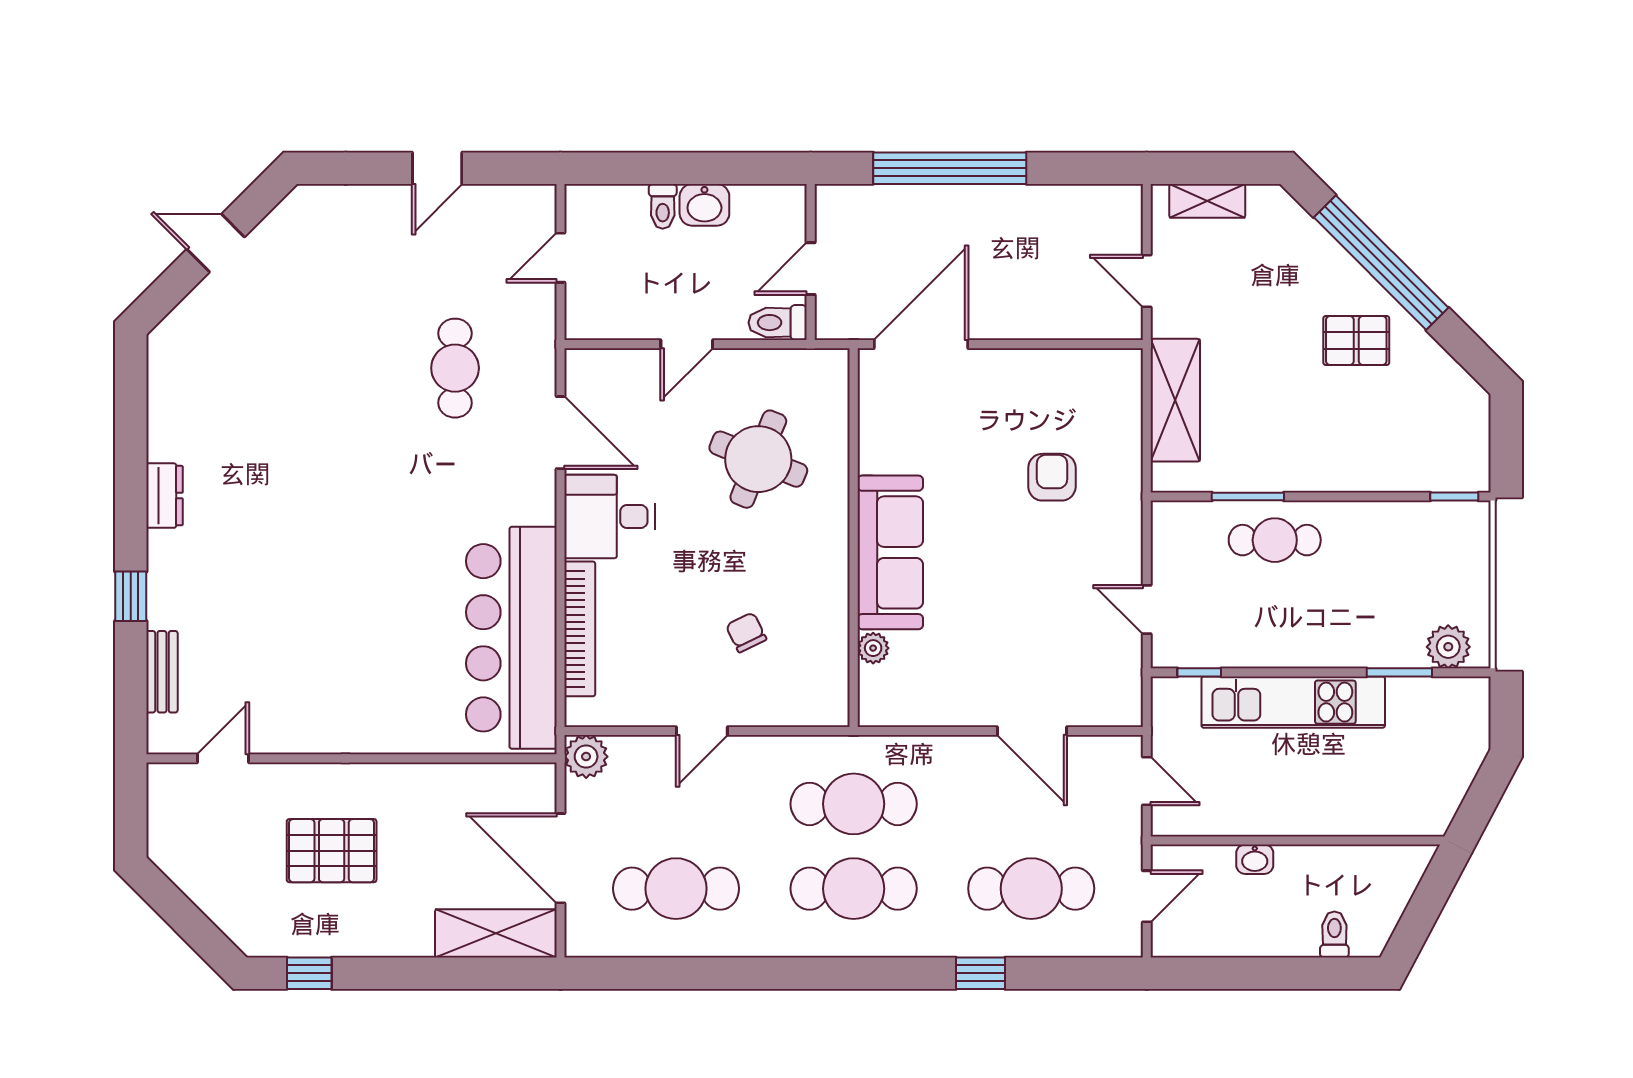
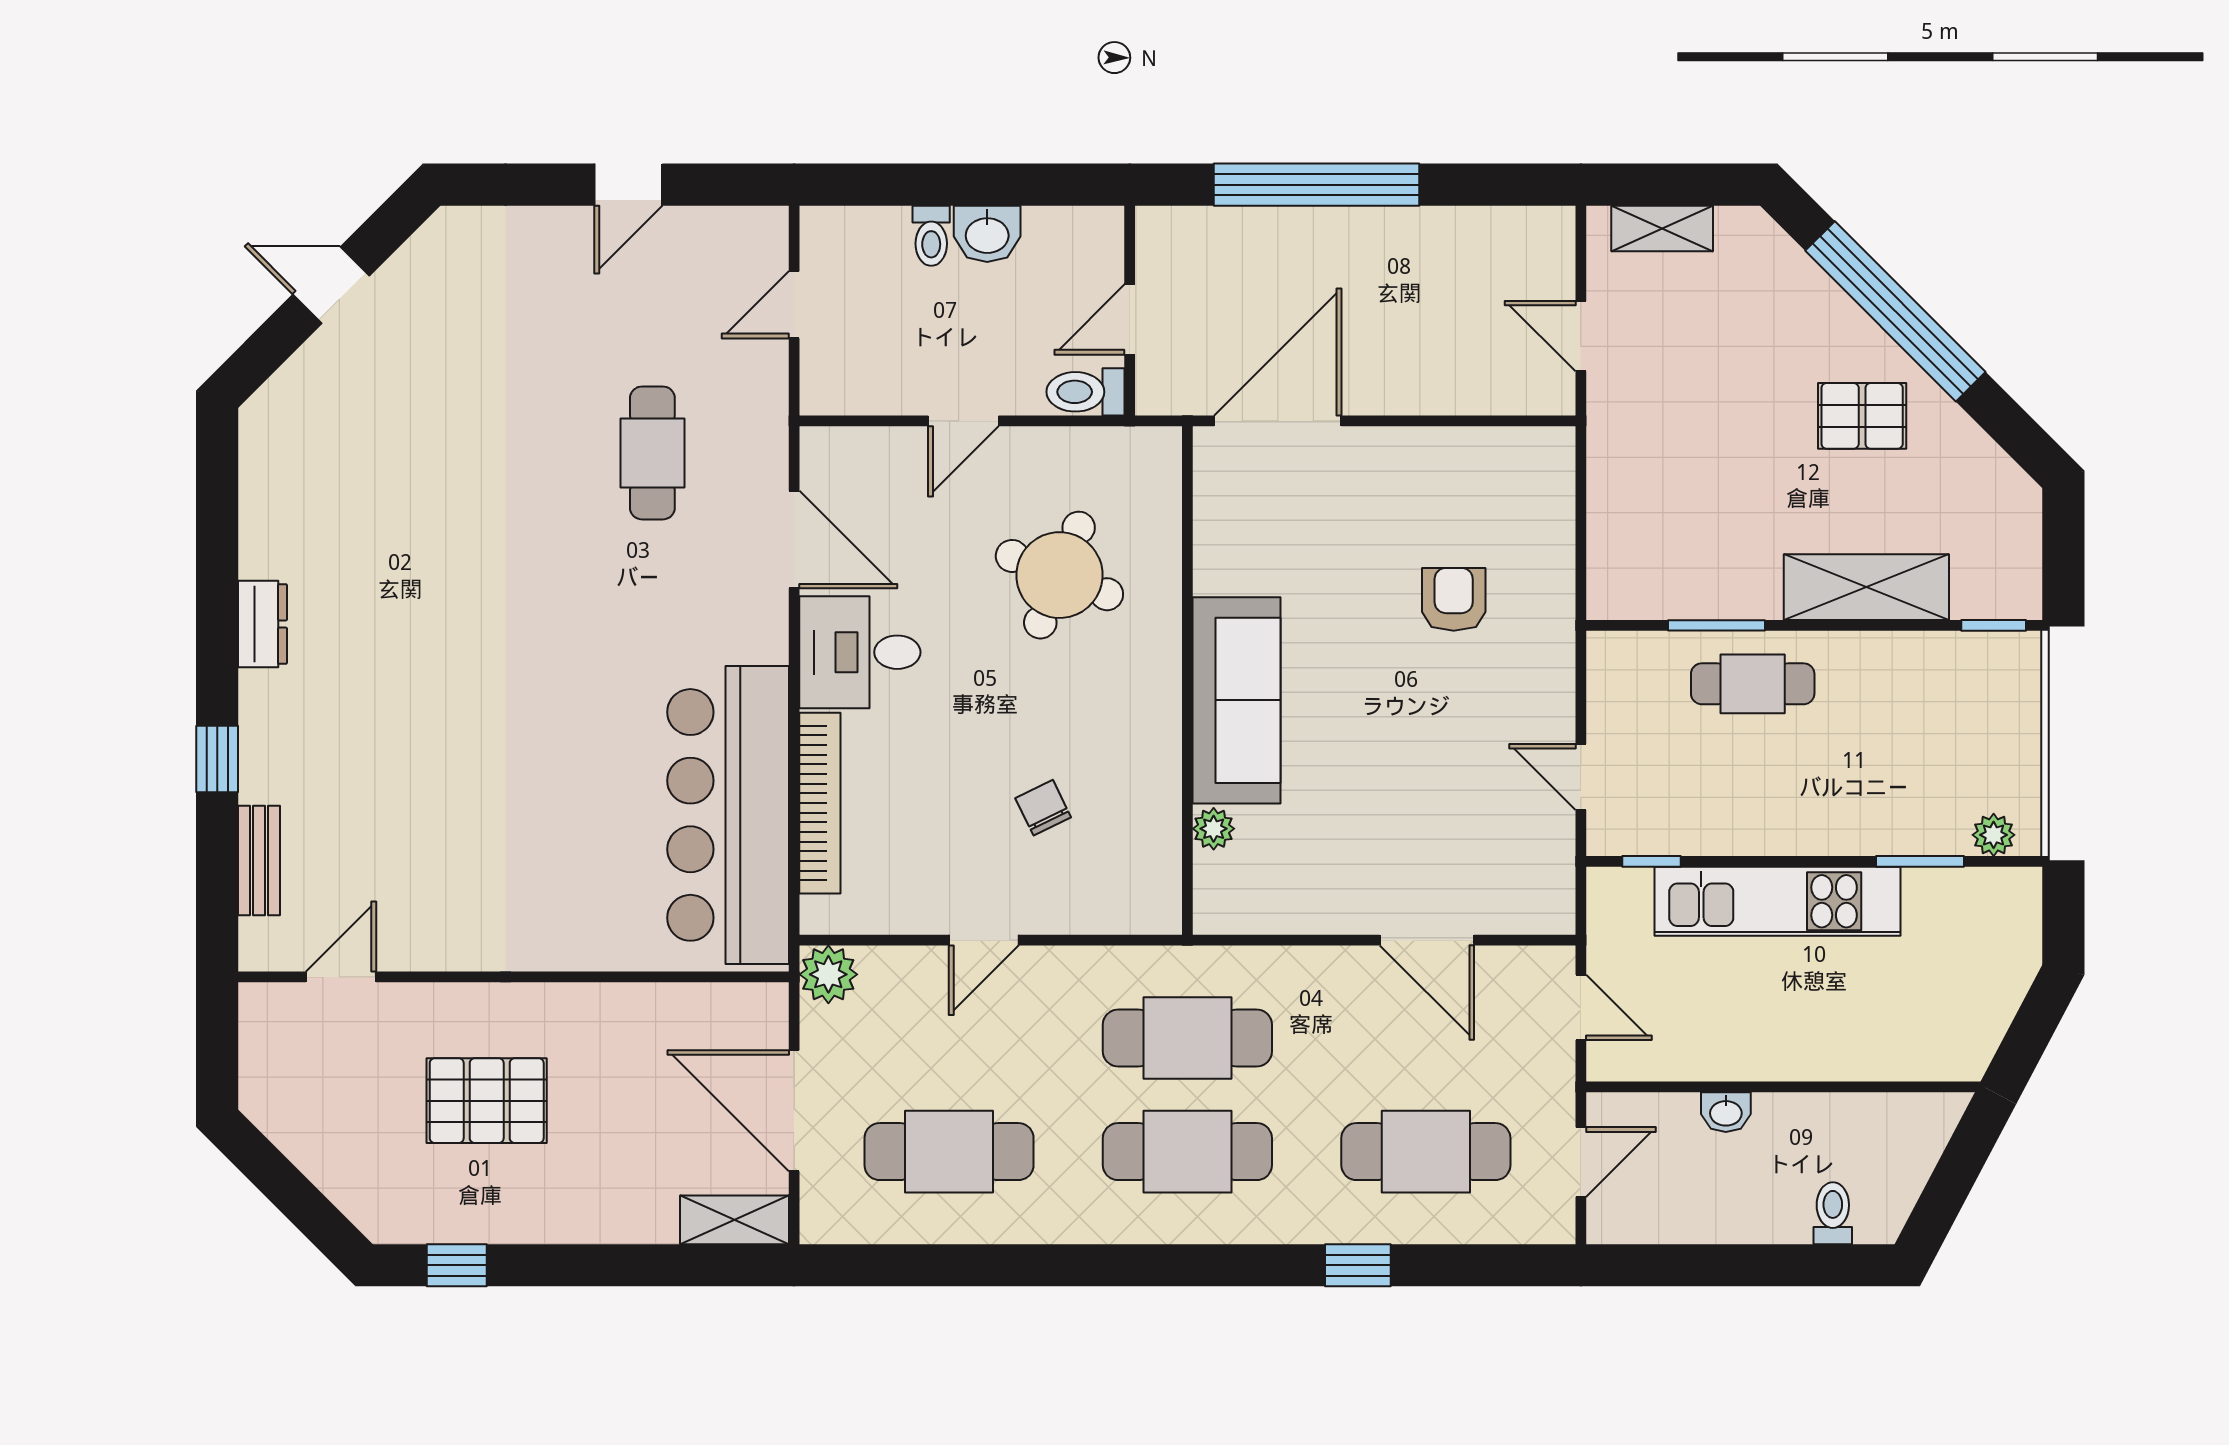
shelving: (1175, 400) -> (1866, 587), moved, turned 90
plant: (1448, 647) -> (1994, 835), width x0.73, depth x0.73
shelving: (496, 933) -> (734, 1220), width x0.67, depth x0.75

